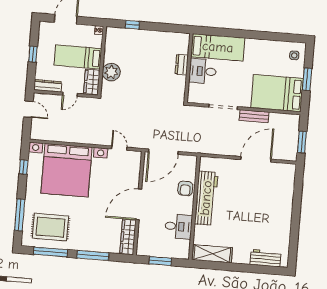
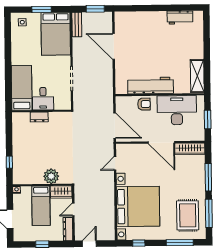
door: (70, 94) -> (73, 210), swing flipped
bench: (254, 116) -> (77, 25), moved
desk: (178, 226) -> (177, 110), width x1.87, depth x1.30
workbench: (265, 258) -> (180, 17), moved, turned -90

